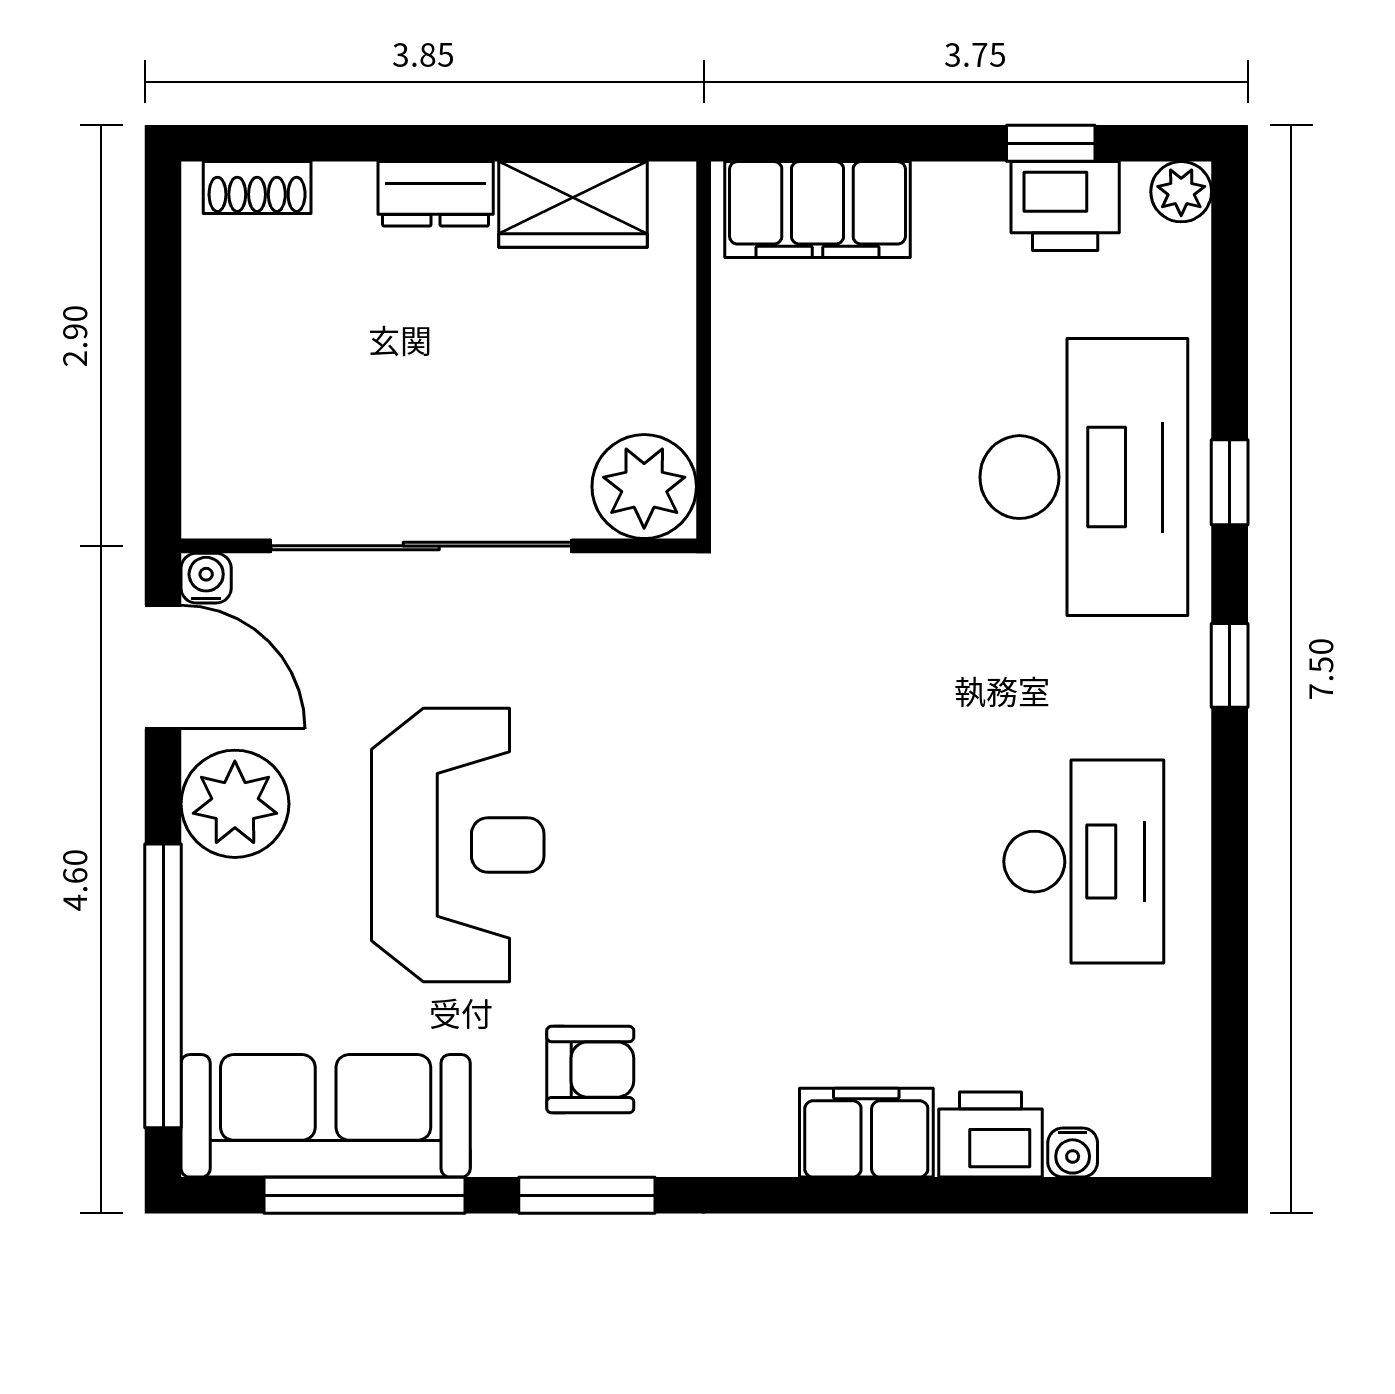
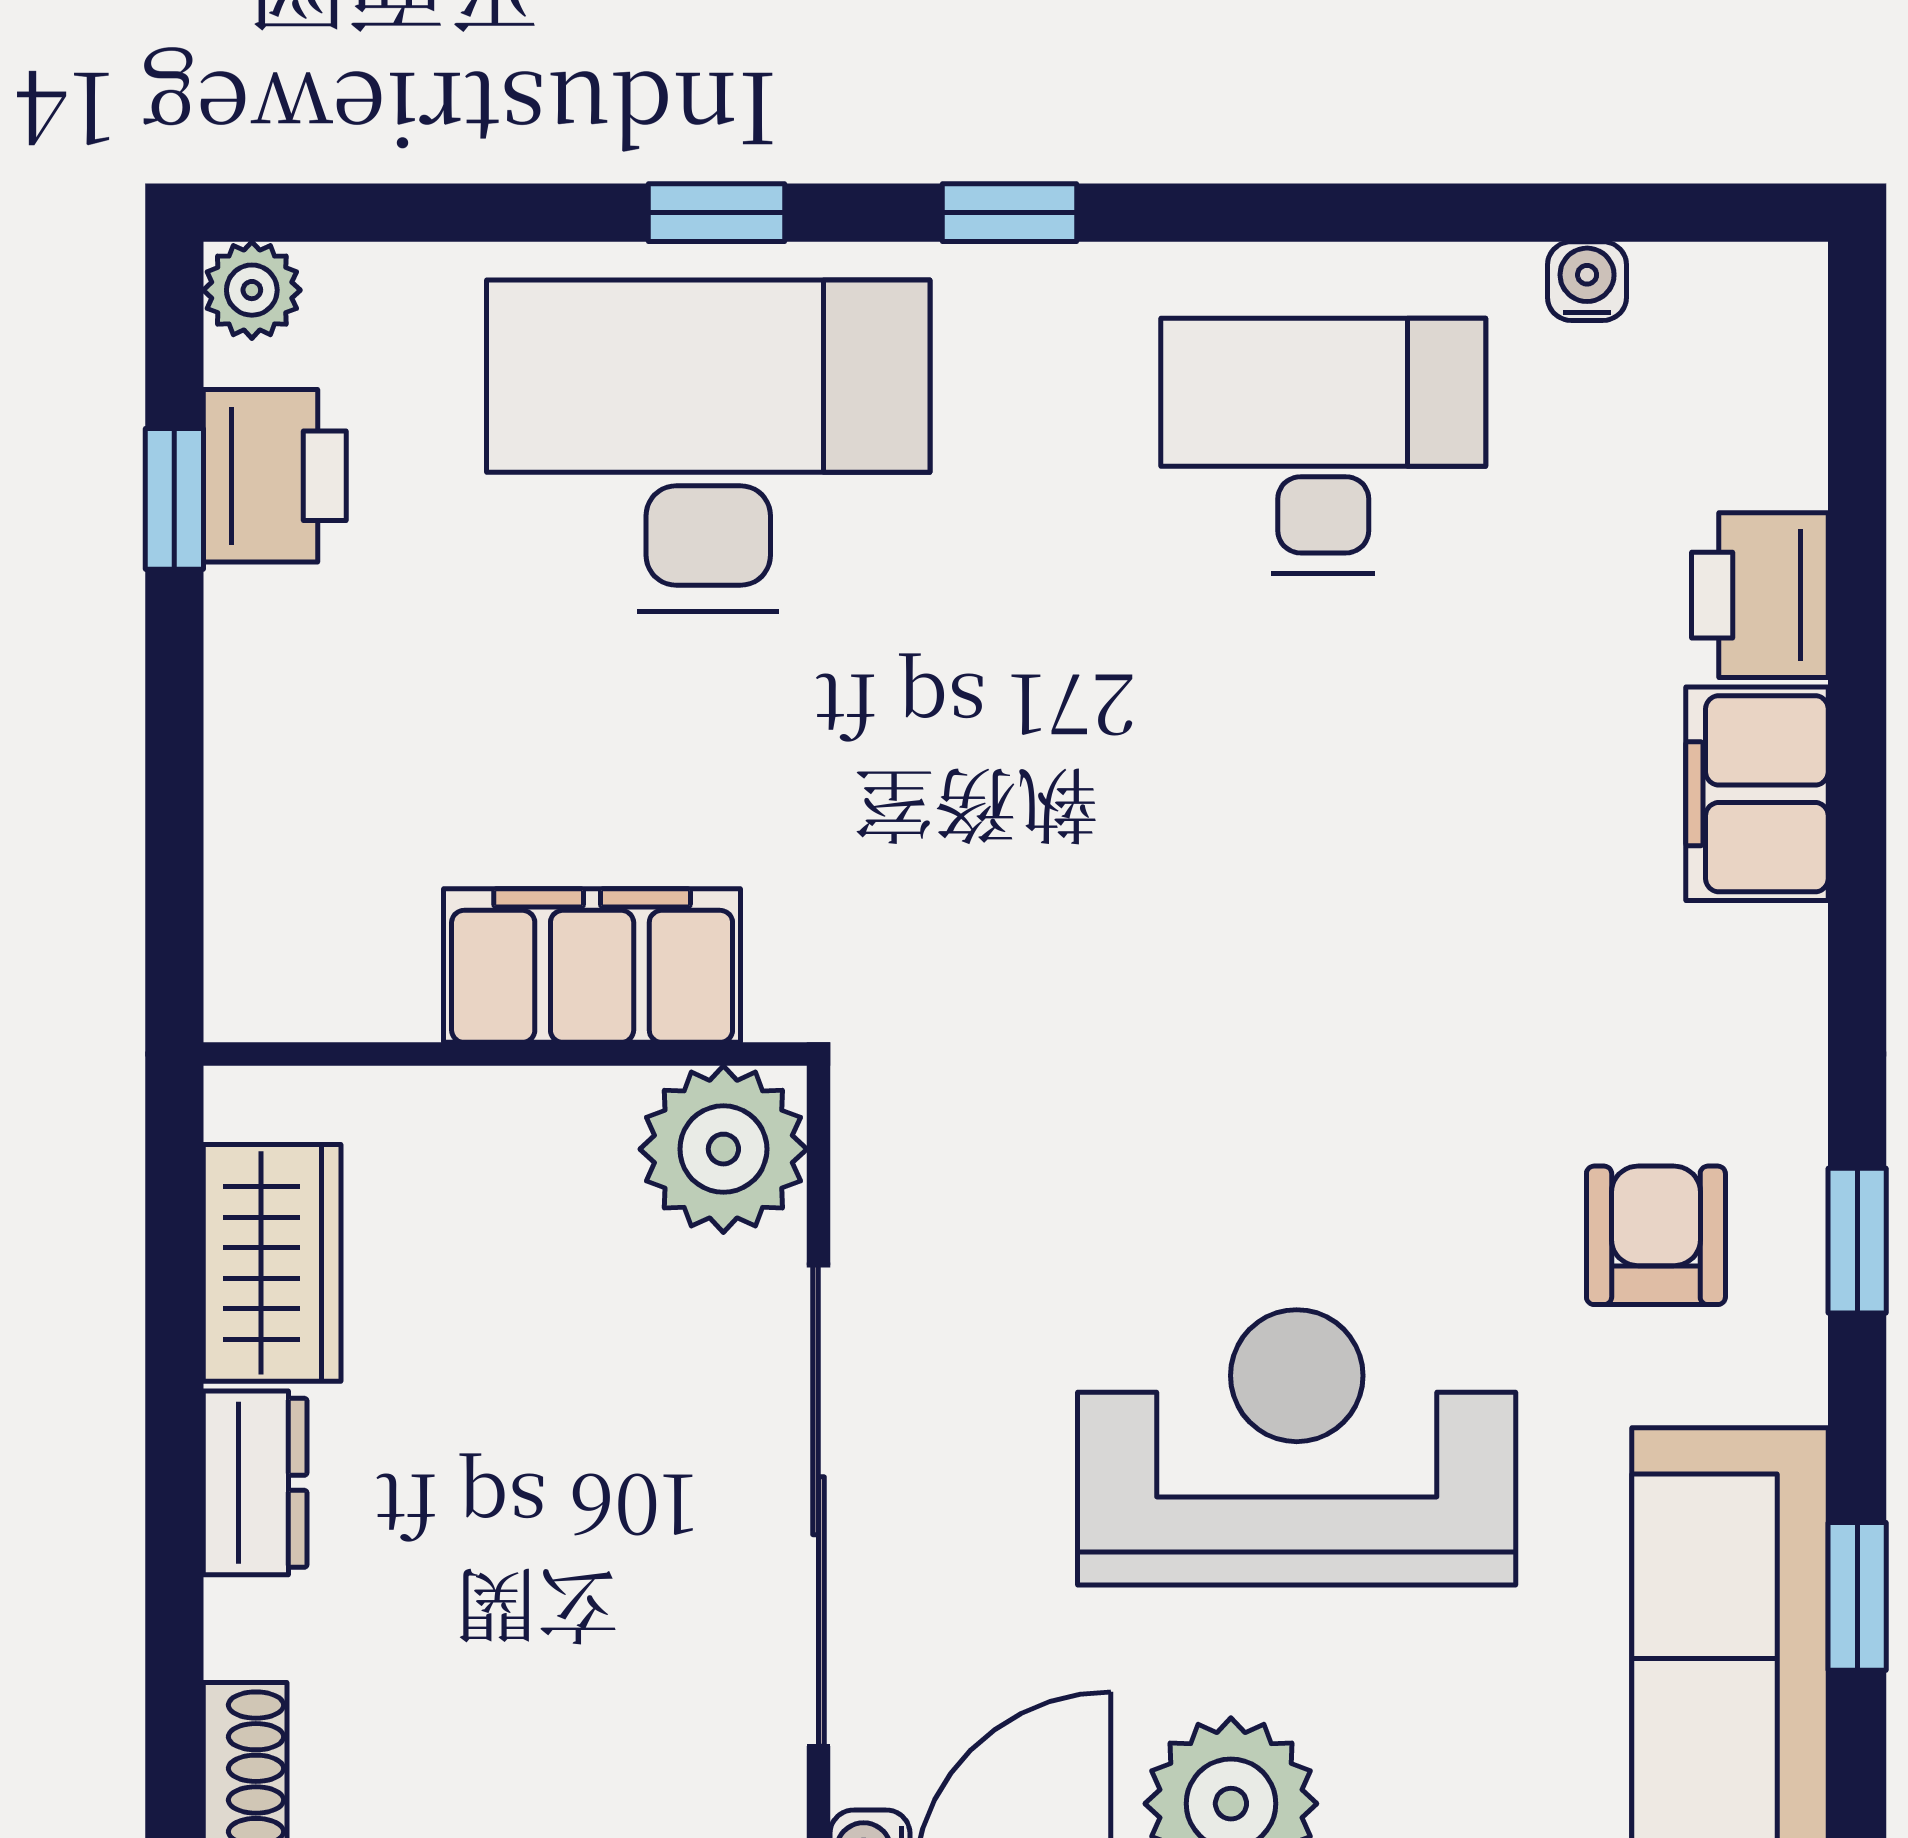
filing cabinet: (818, 209) -> (592, 966), moved, turned -90
water cooler: (1073, 1153) -> (1587, 281), moved, turned -90
window: (364, 1195) -> (1857, 1596), width x0.46
window: (587, 1195) -> (1857, 1241), width x0.67

